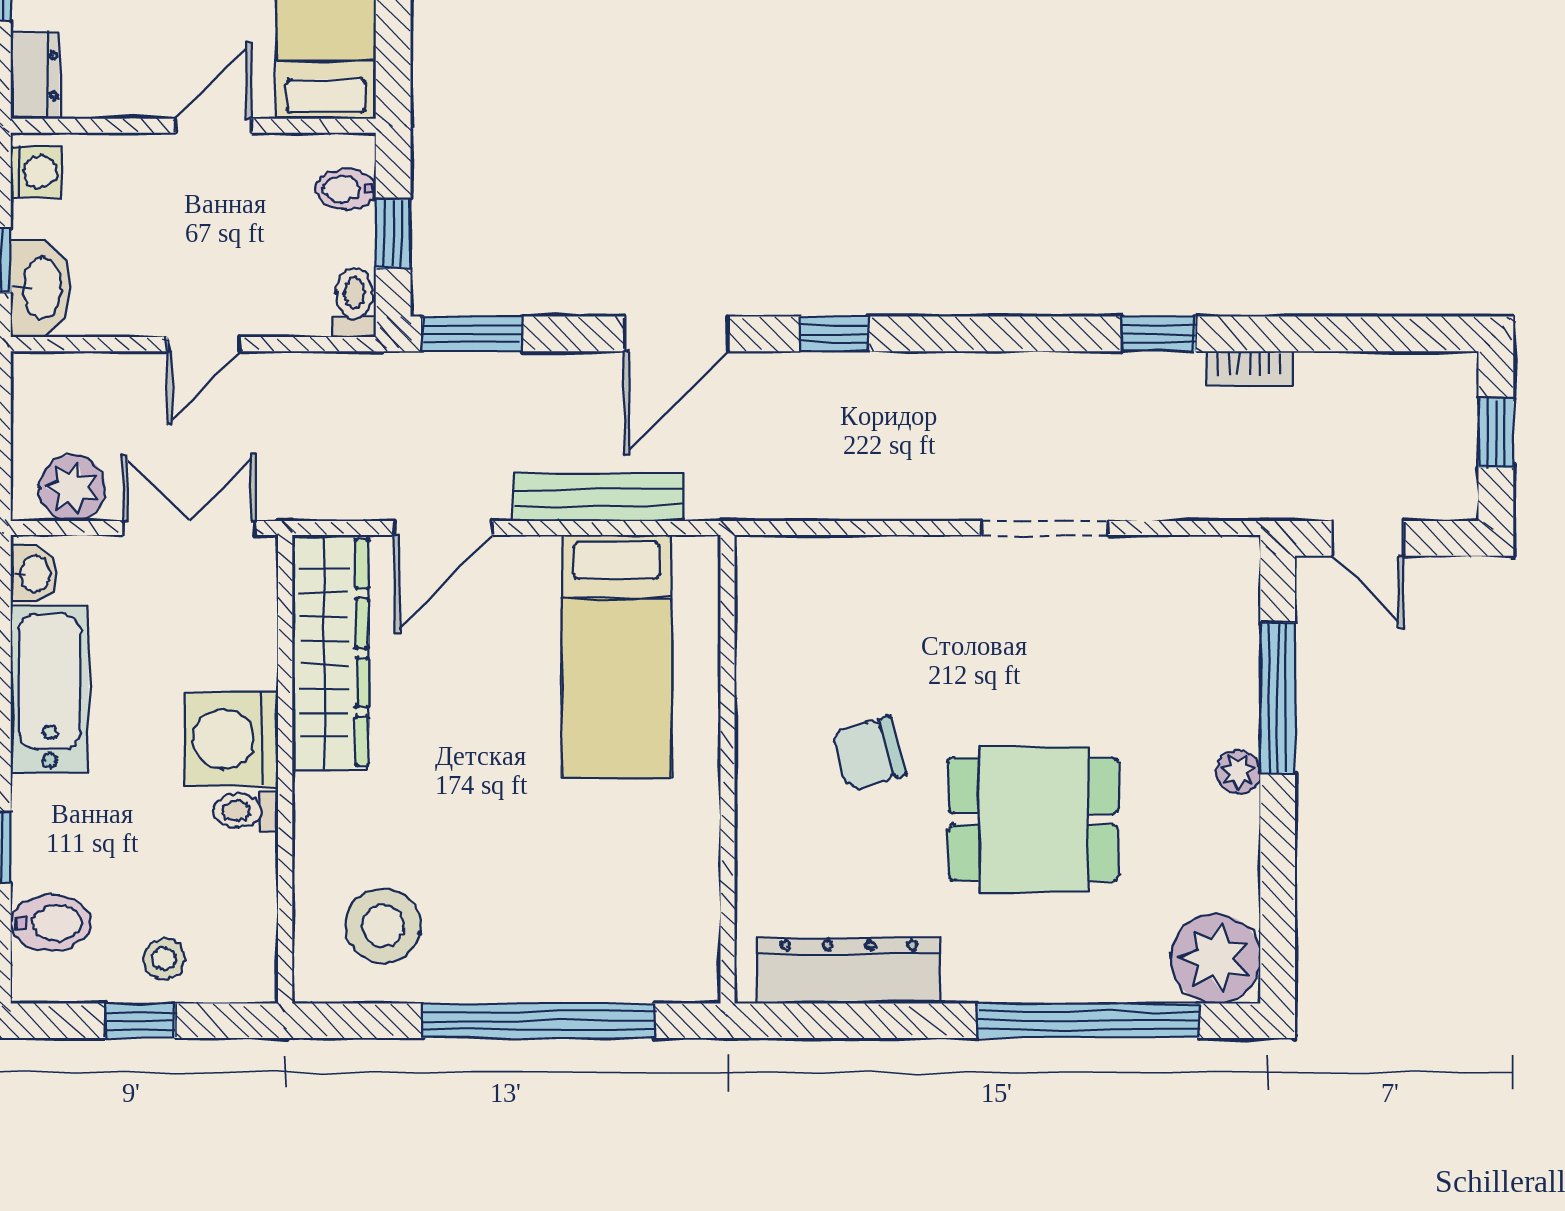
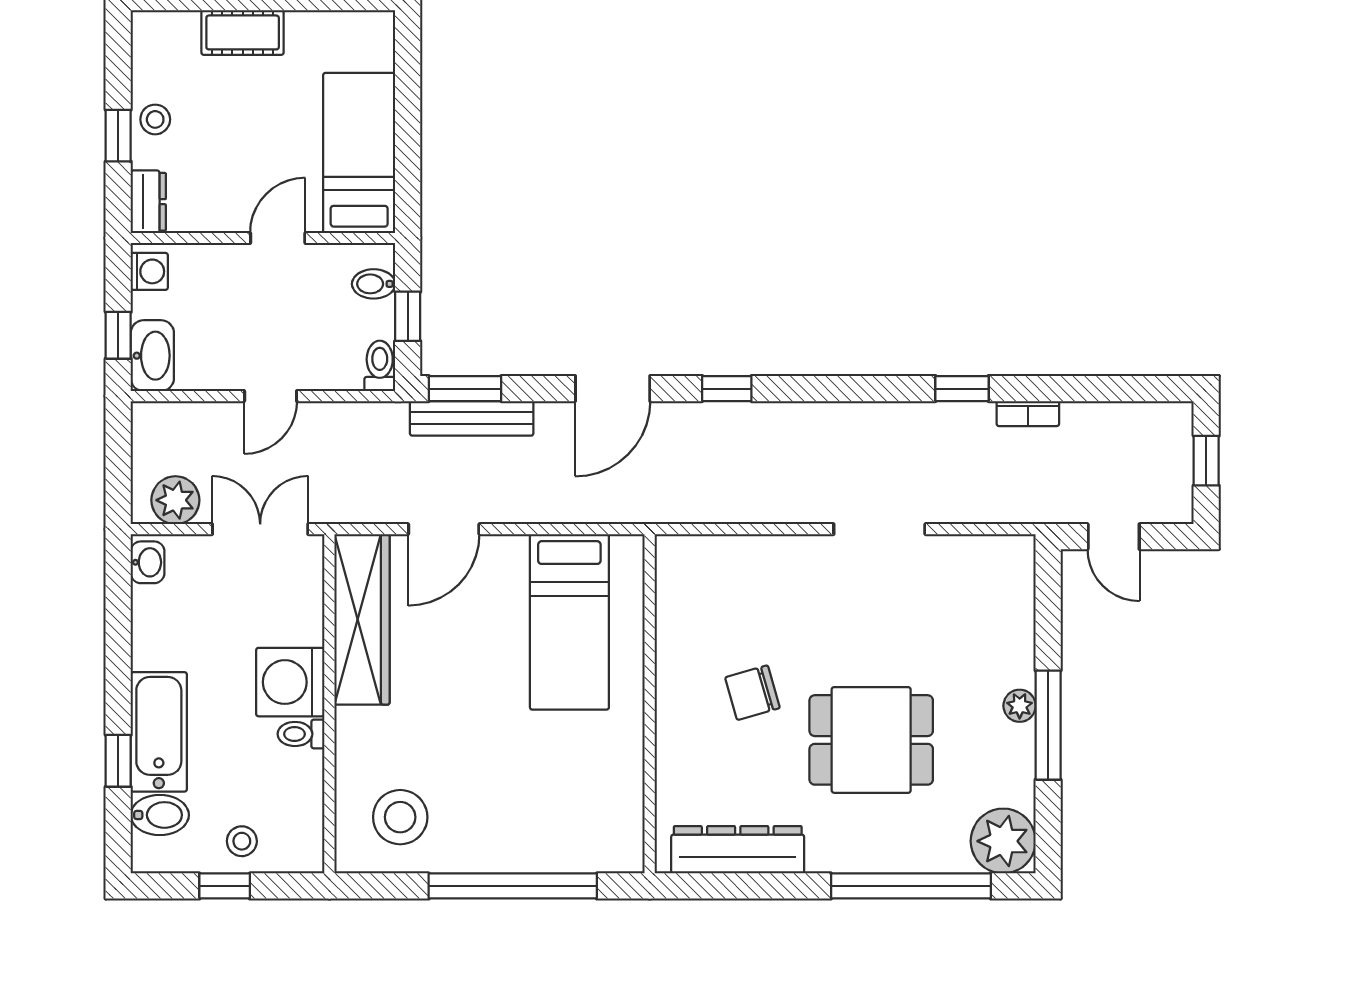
bench: (599, 497) -> (472, 418), moved
bathtub: (49, 690) -> (159, 732), moved
window: (1278, 698) -> (1048, 725), moved

